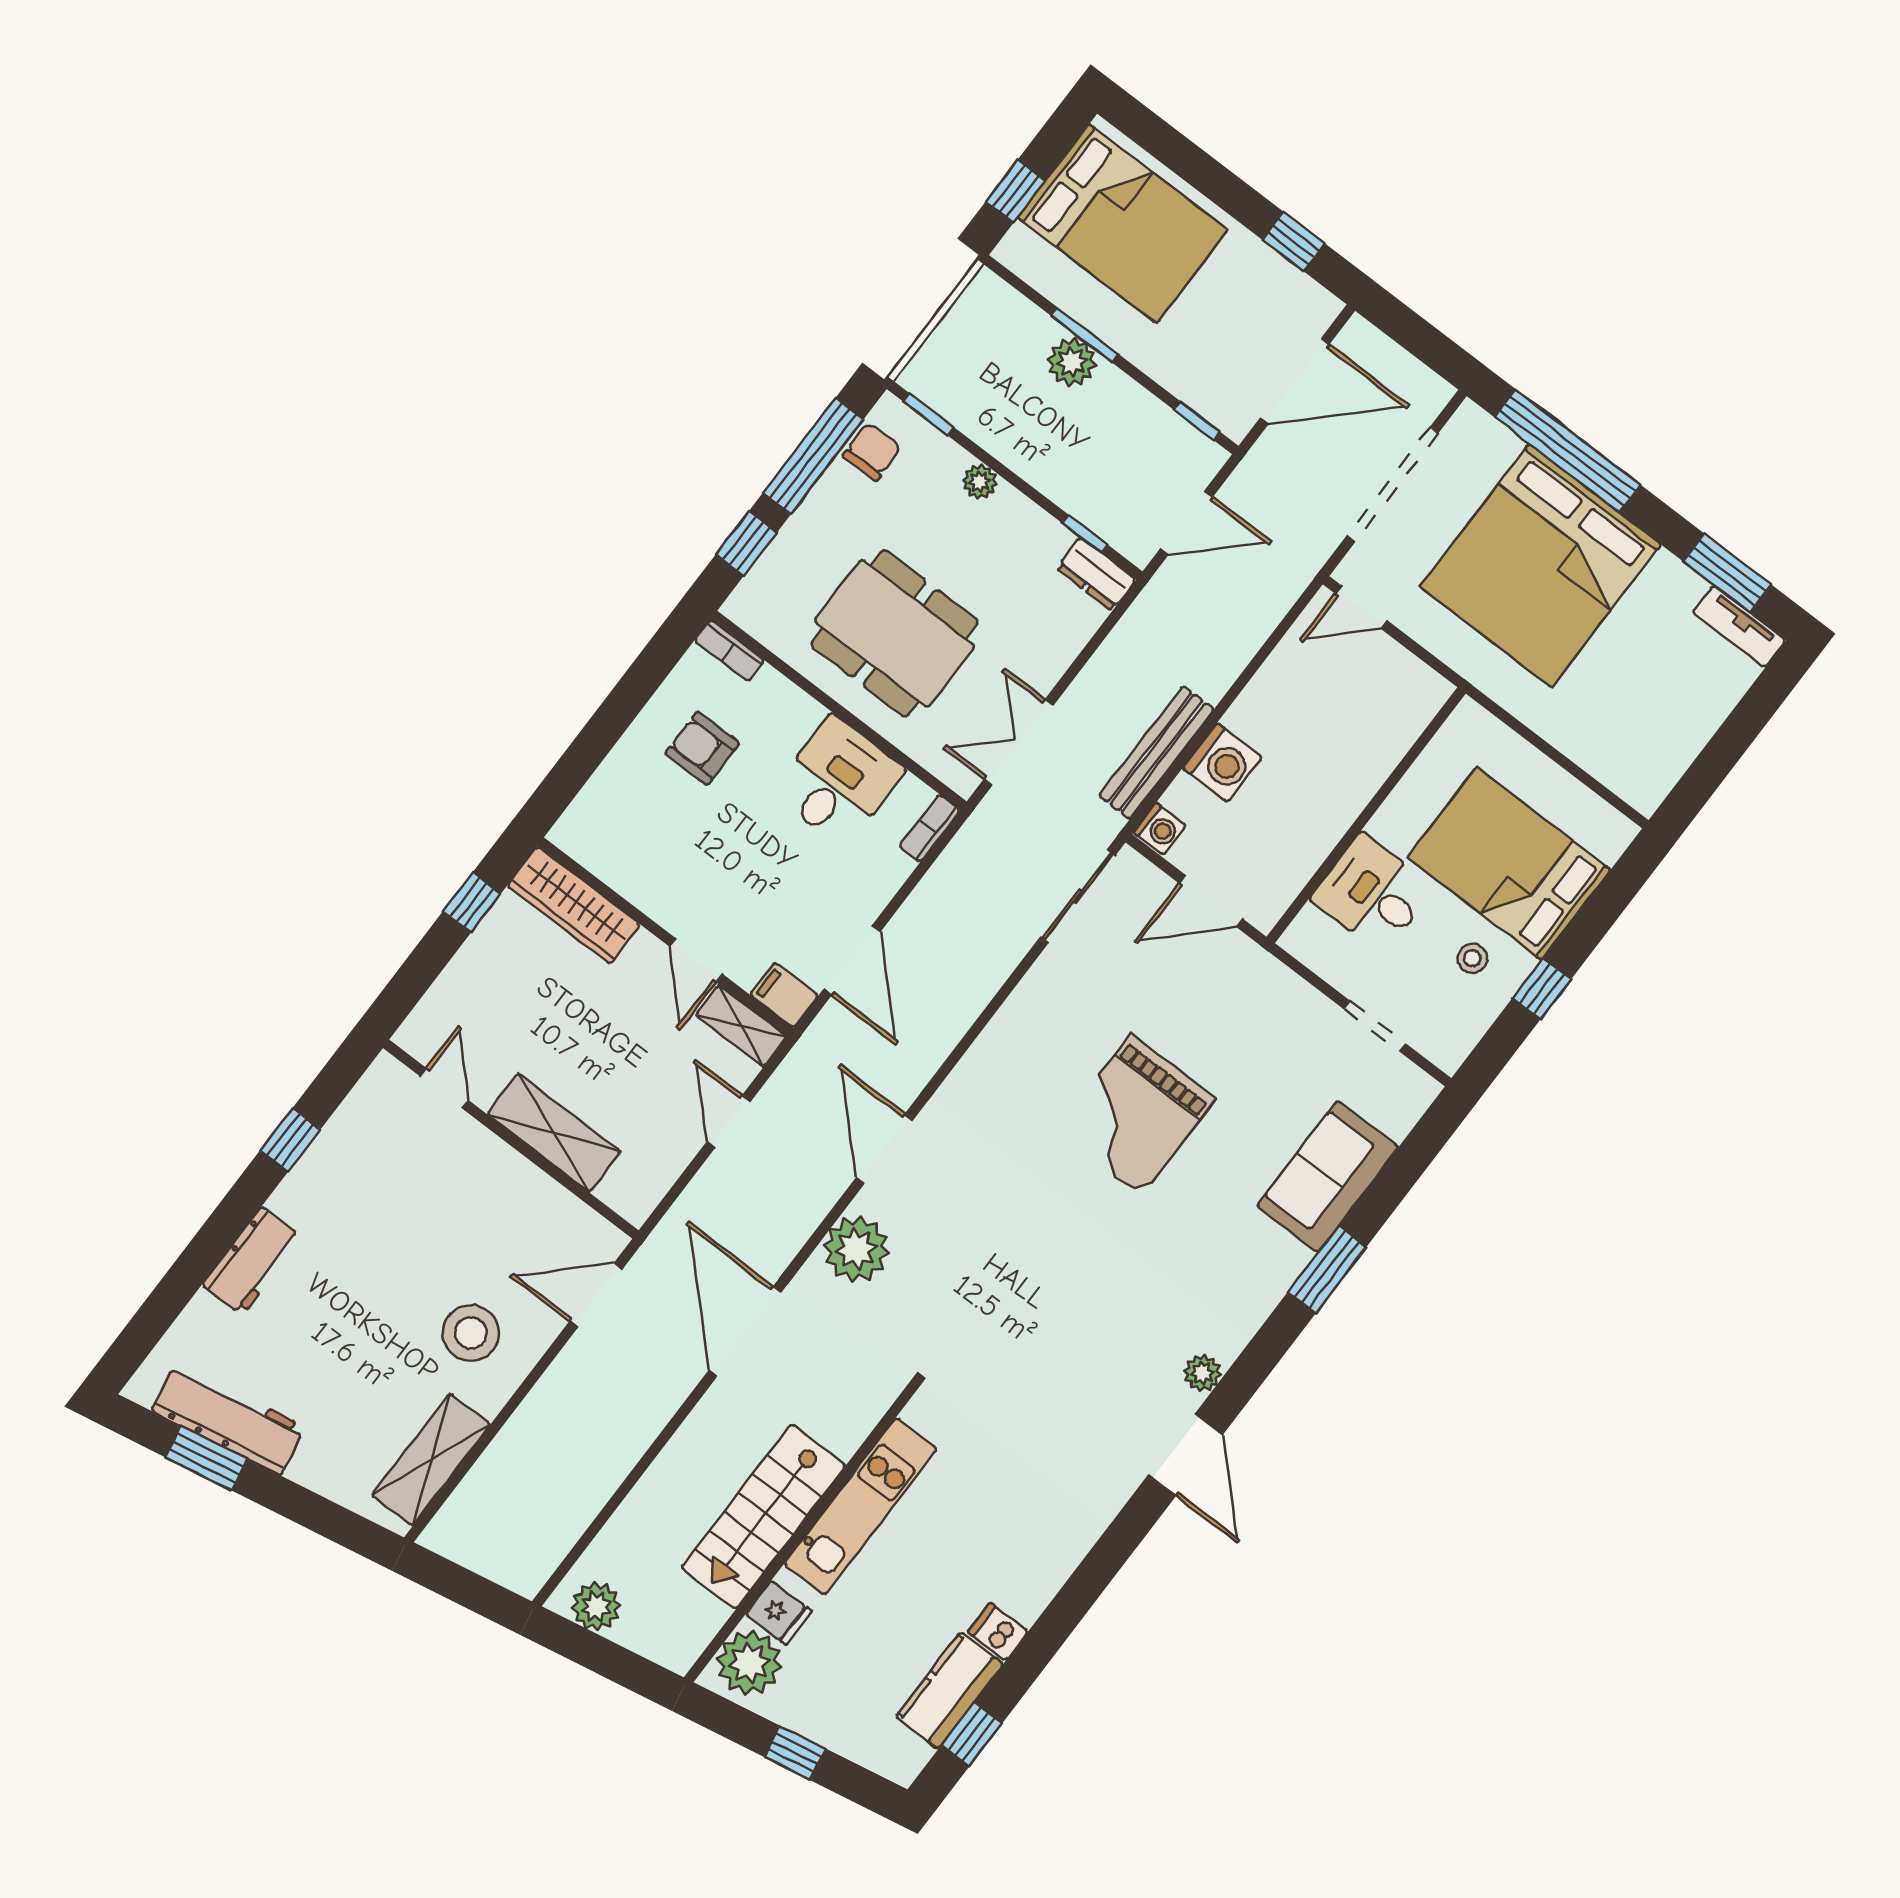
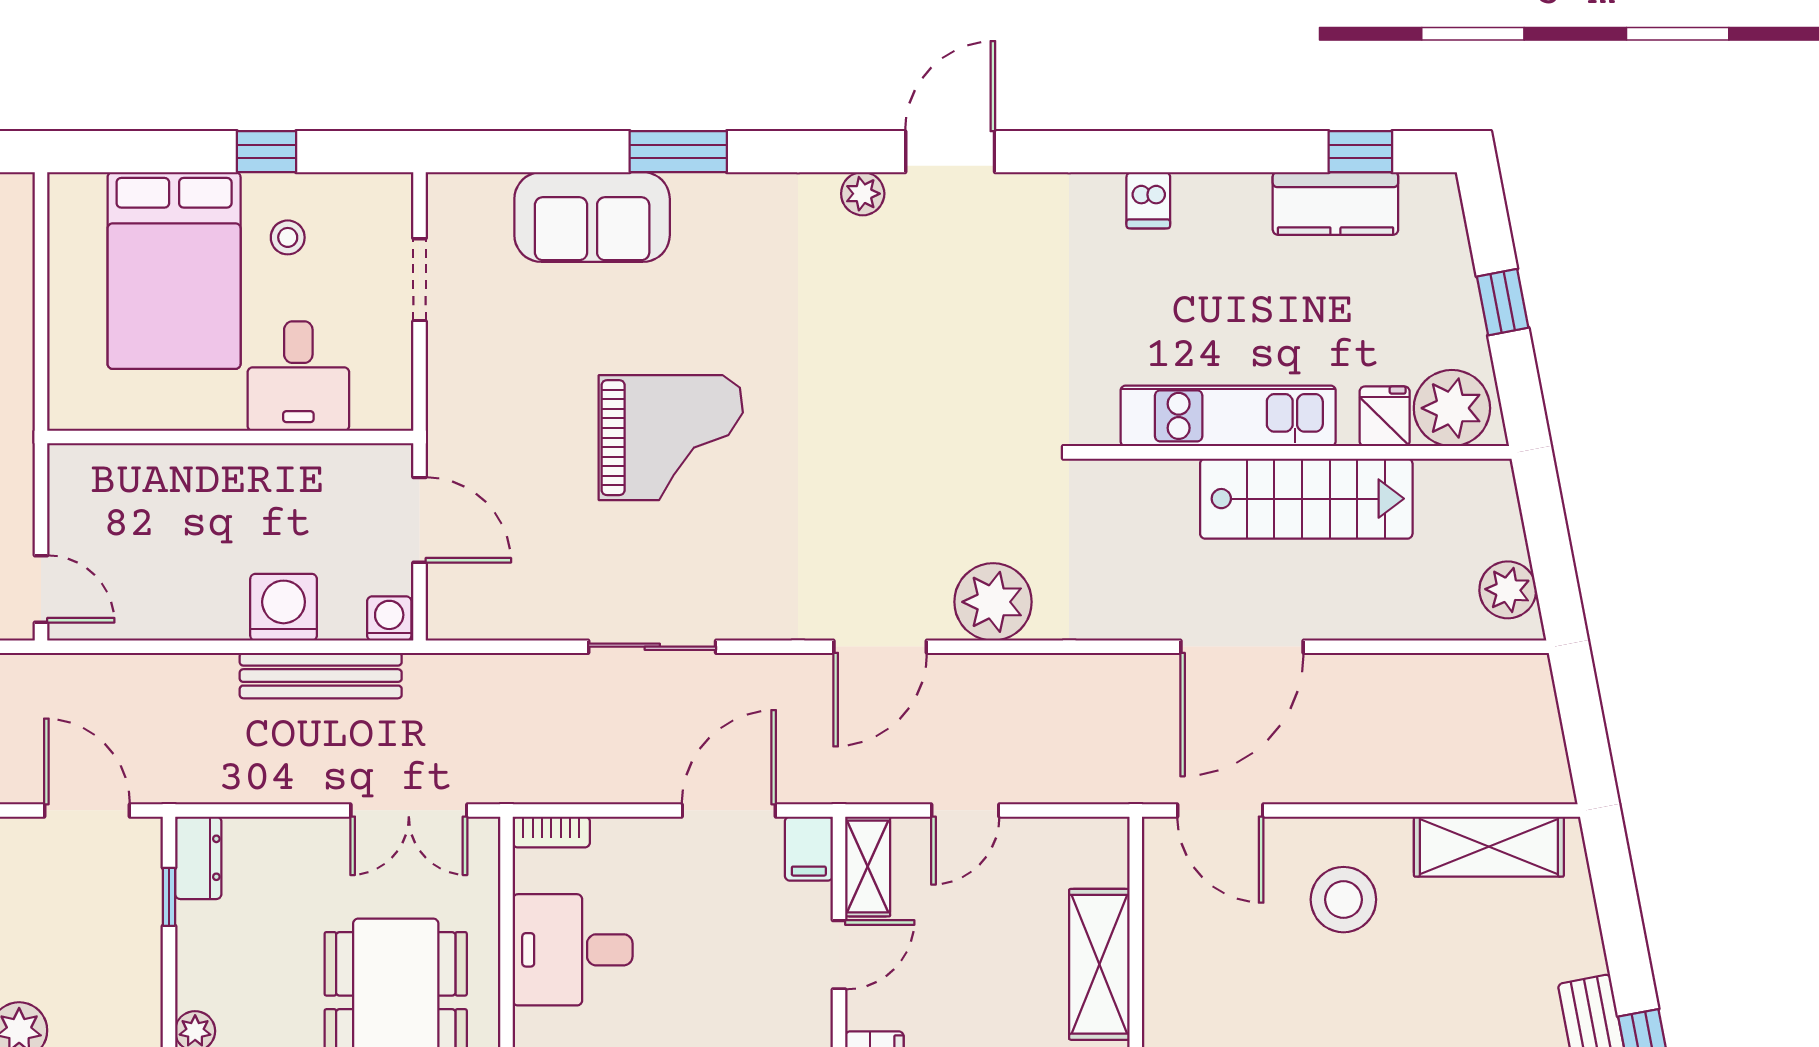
sliding door: (1078, 896) -> (652, 647), moved
door: (745, 1331) -> (1242, 647), moved
dishwasher: (998, 1632) -> (1148, 200), moved

